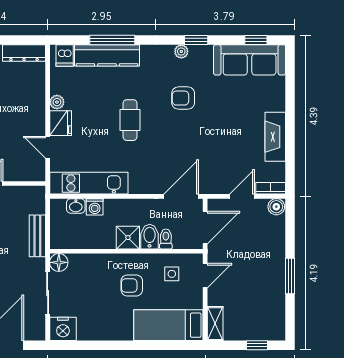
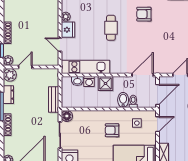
shower: (128, 238) -> (106, 83), moved

